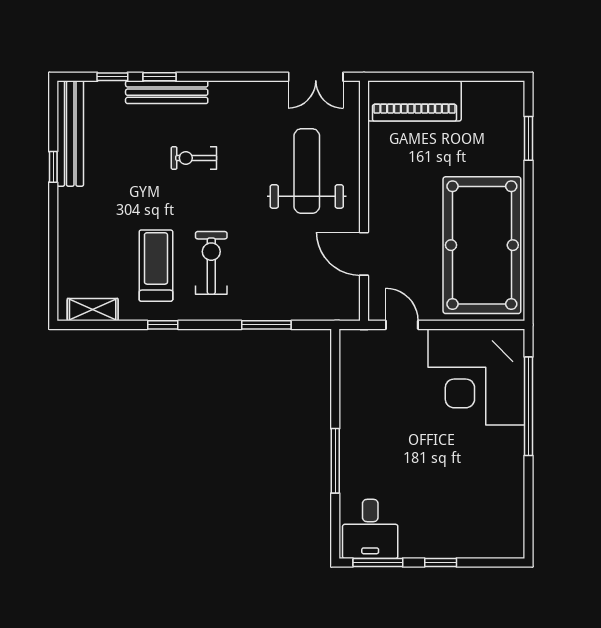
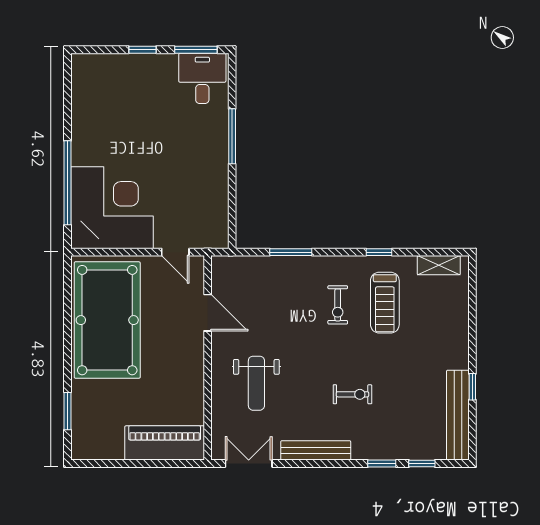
bench: (167, 92) -> (316, 450), moved
weight bench: (307, 171) -> (256, 383), width x0.73, depth x0.75
exercise bike: (211, 263) -> (338, 305), width x0.73, depth x0.72

